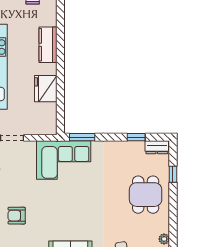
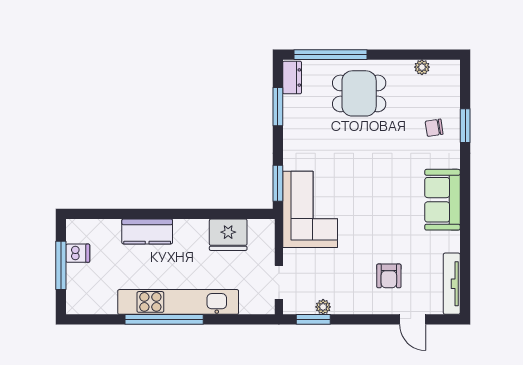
fridge: (46, 89) -> (228, 235), moved
window: (136, 137) -> (278, 107), width x1.50
window: (173, 174) -> (330, 55), width x3.17

